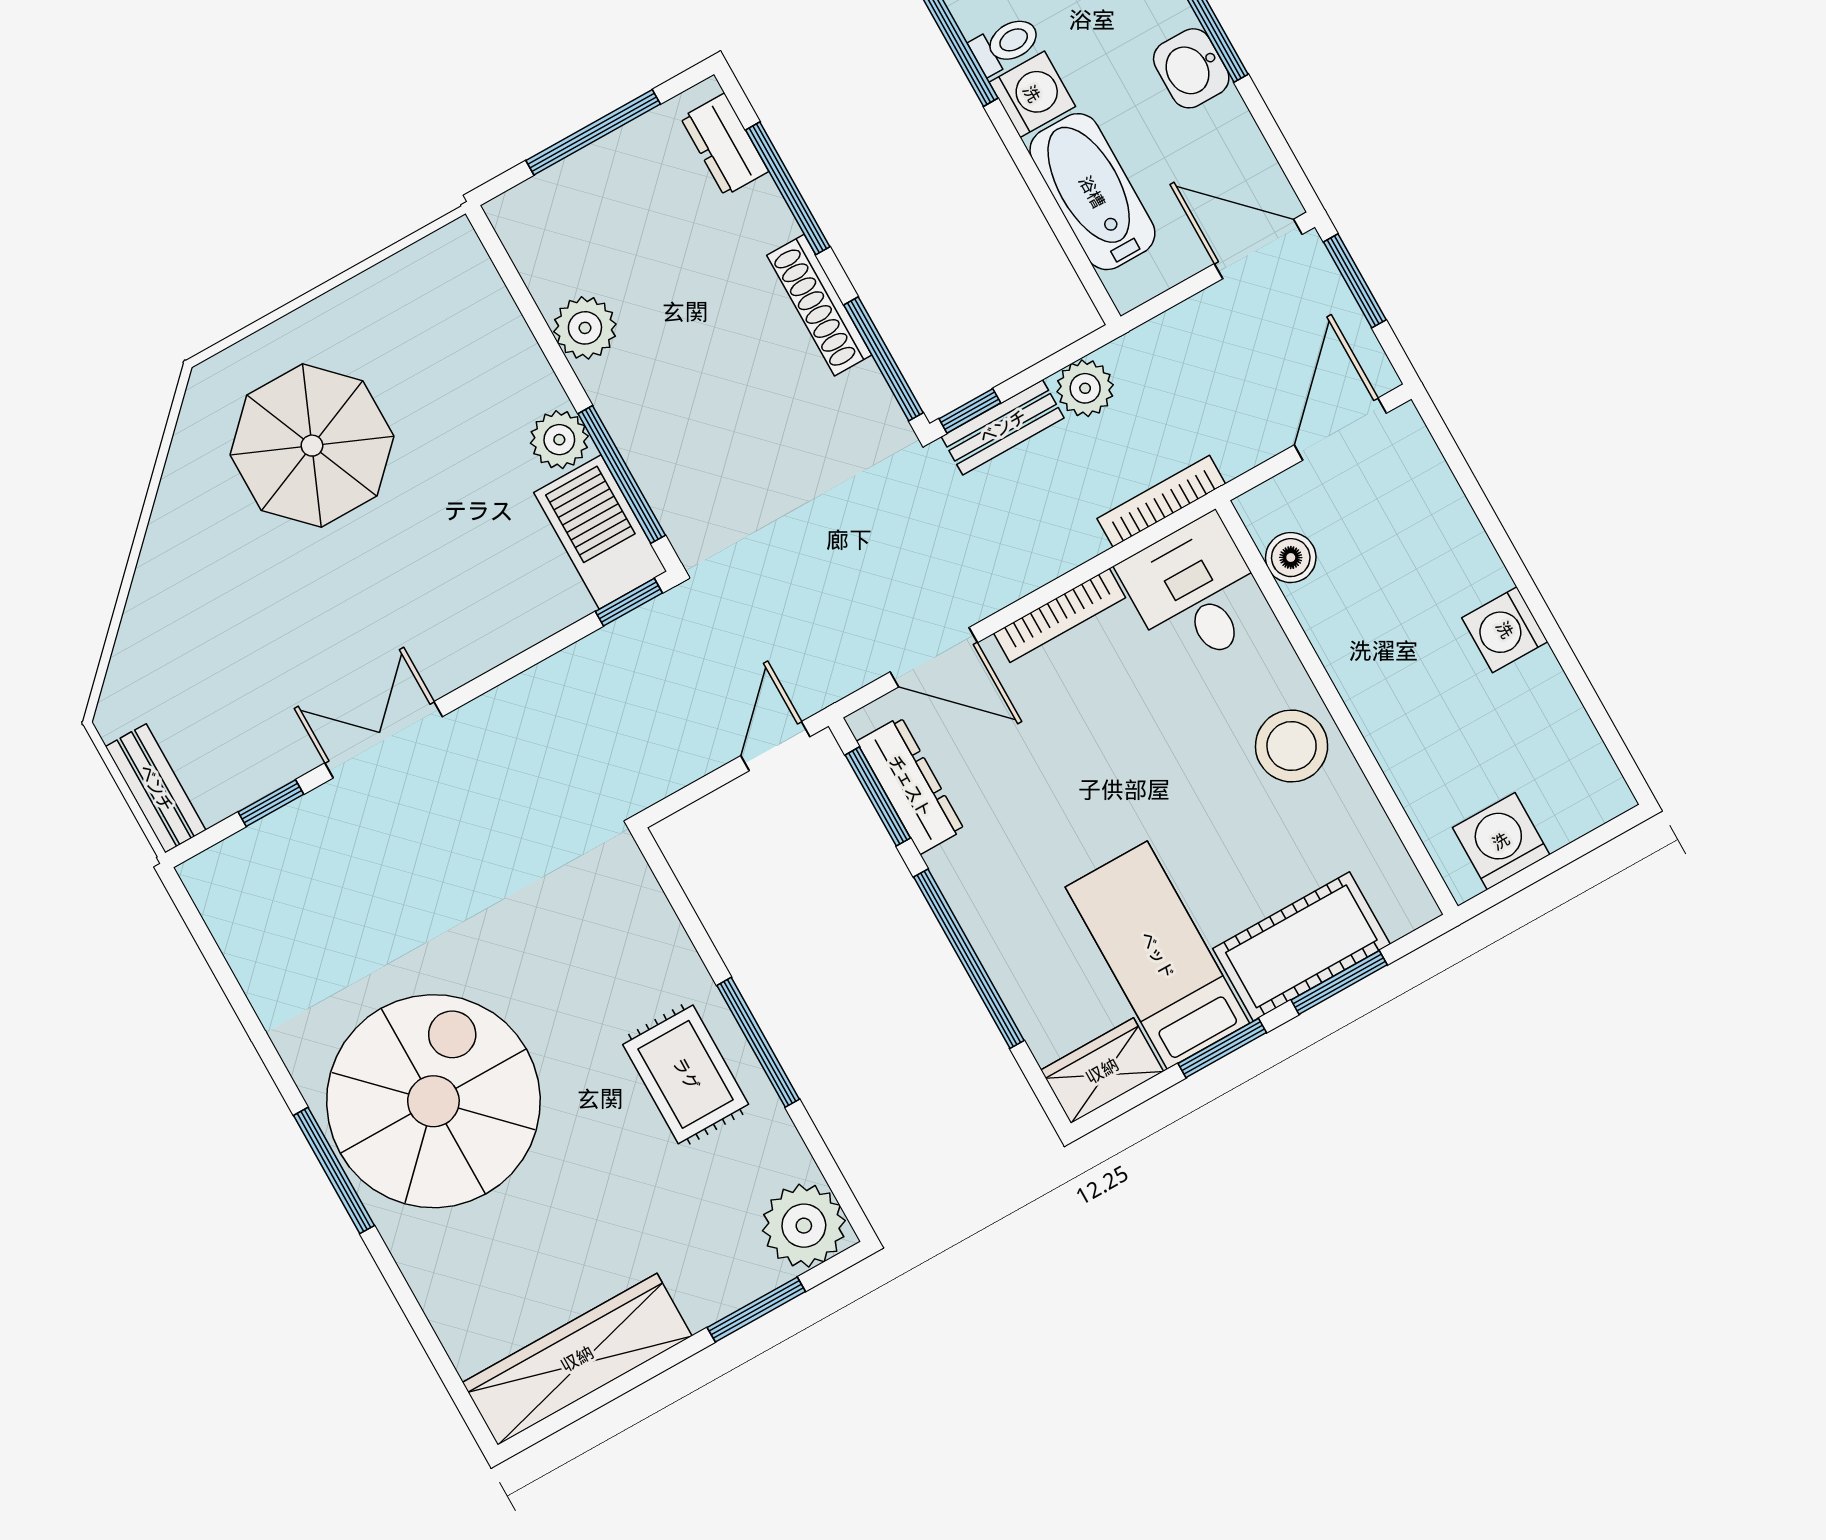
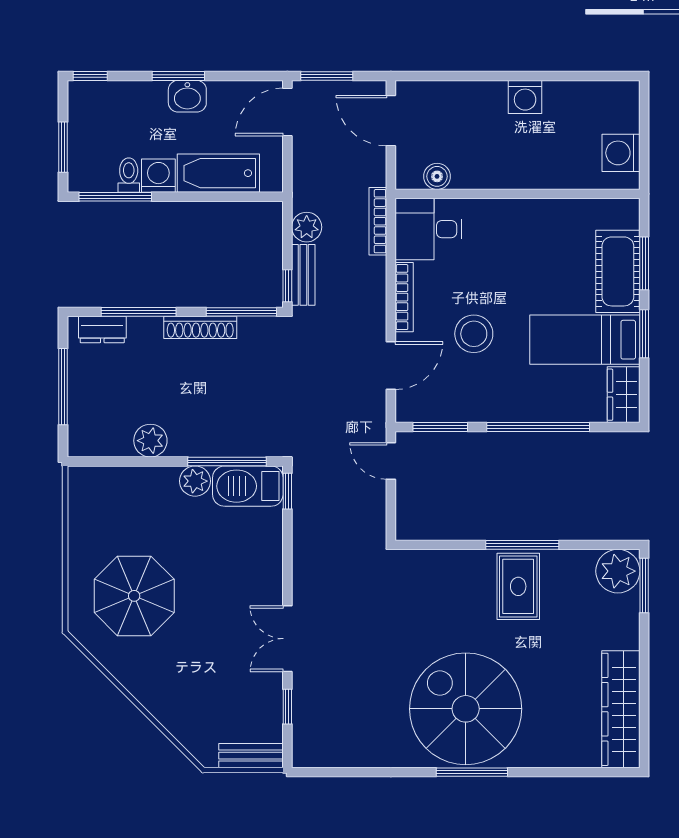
stool: (1292, 746) -> (474, 334), moved
dresser: (910, 786) -> (444, 409), removed
rug: (686, 1074) -> (518, 586), turned 90
window: (756, 1310) -> (644, 585), moved

